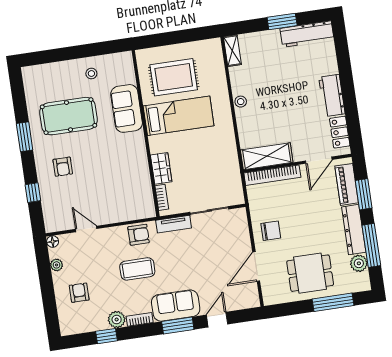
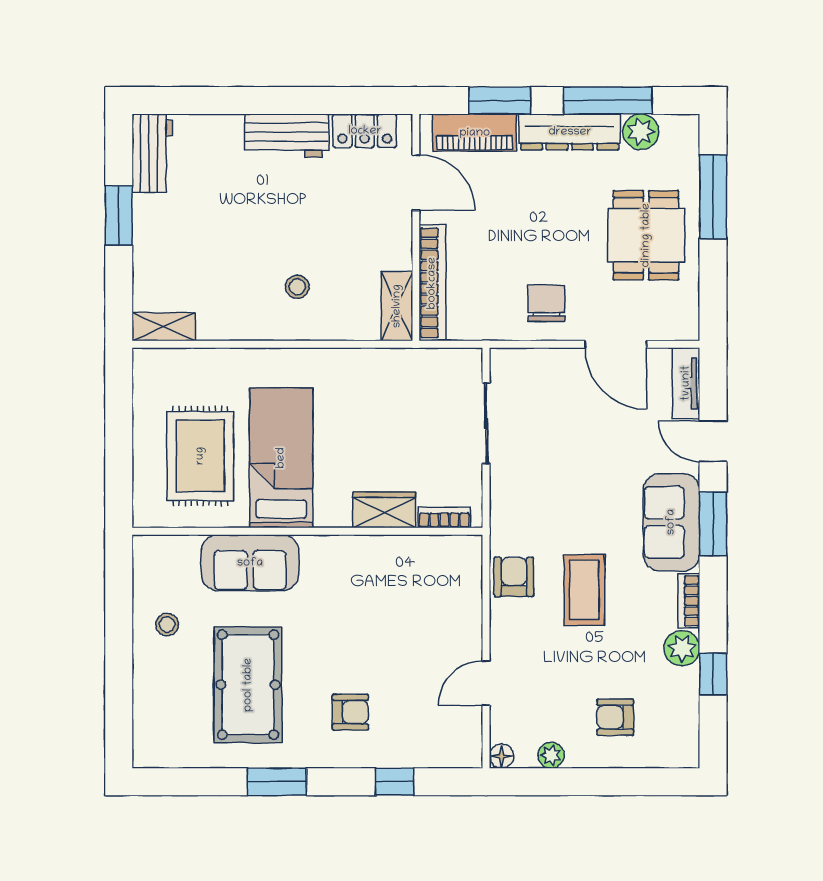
workbench: (307, 34) -> (152, 153), width x0.73
stool: (241, 102) -> (297, 287), moved
shelving: (267, 156) -> (397, 306), width x0.67, depth x0.75
tv unit: (174, 224) -> (686, 383), moved, turned 180

